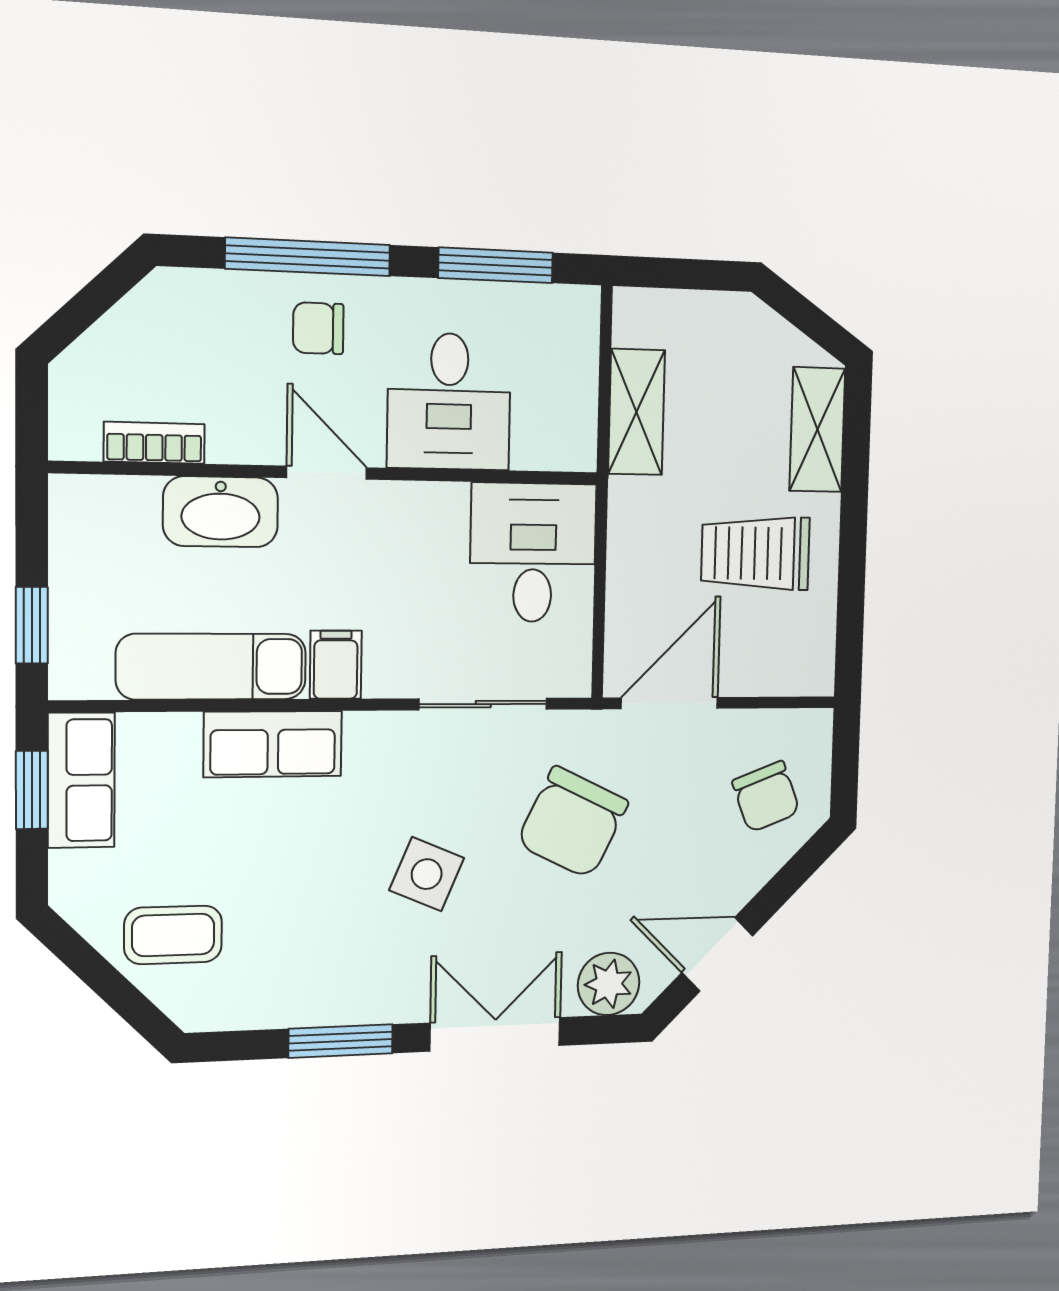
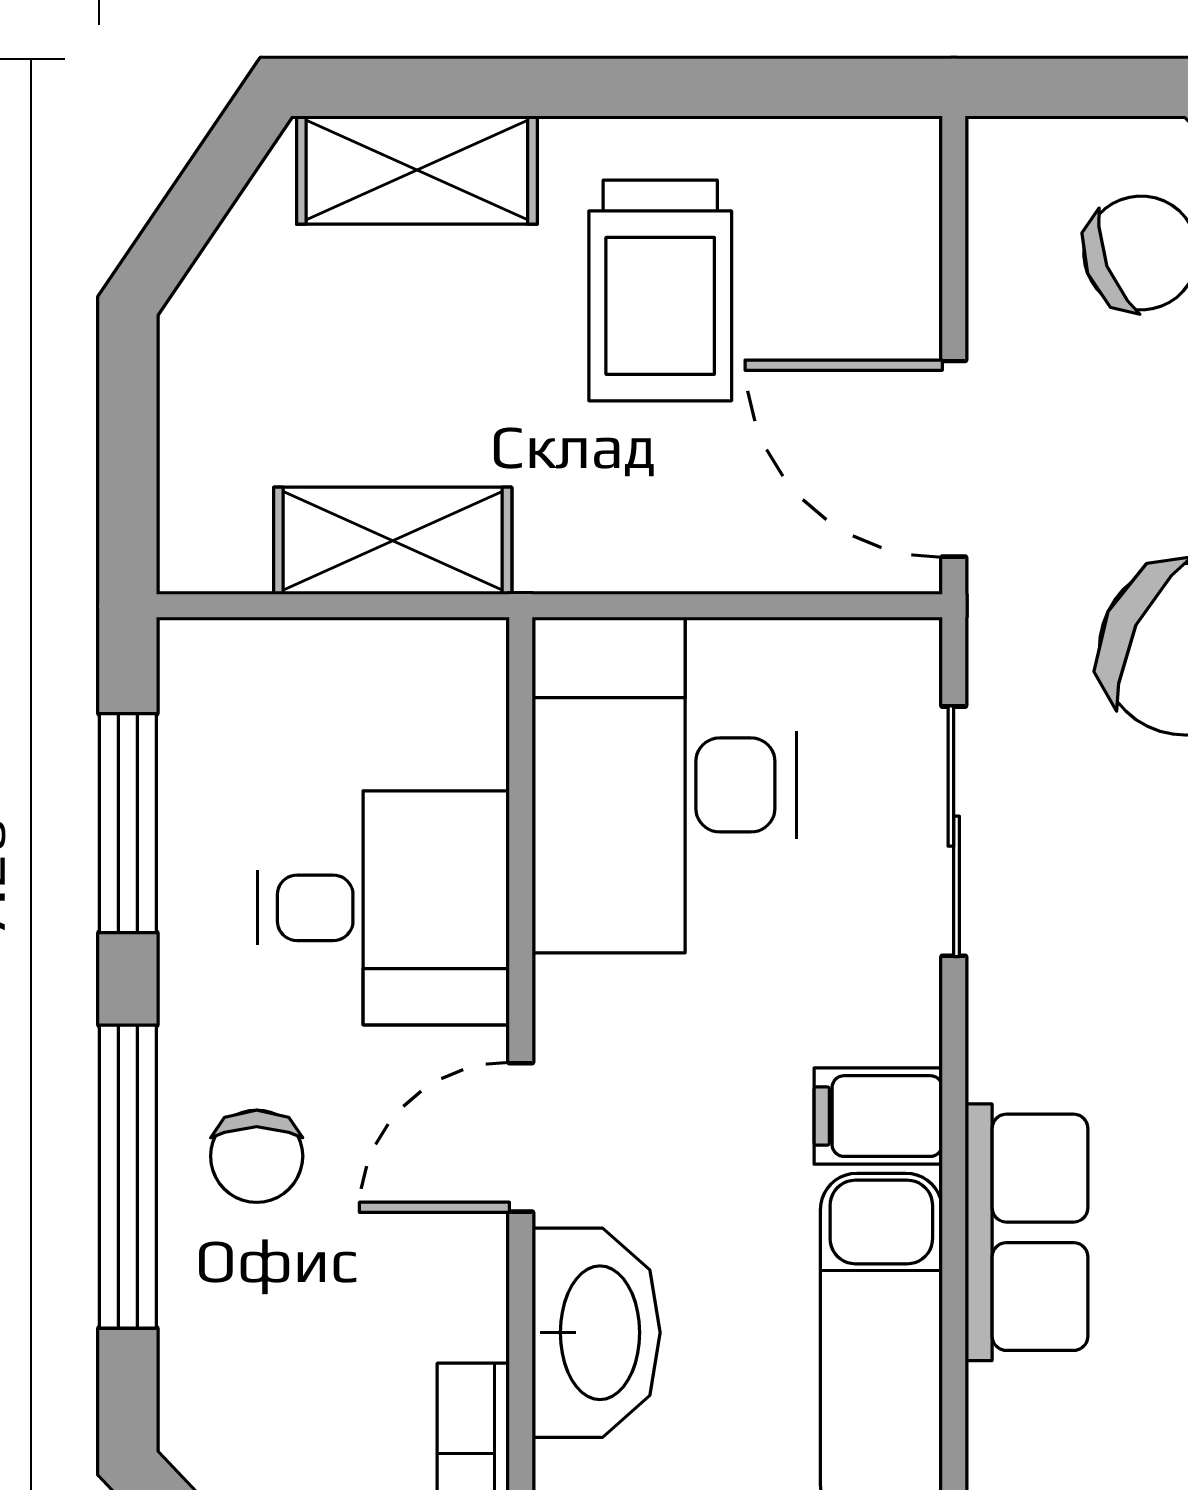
desk: (533, 553) -> (664, 785), width x1.37

